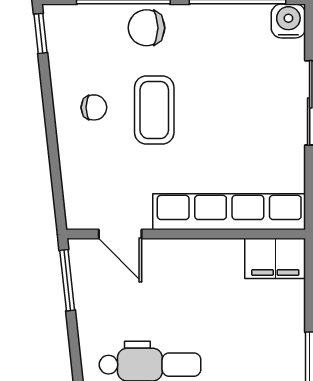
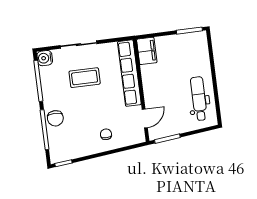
chair: (94, 107) -> (106, 134), moved
coffee table: (154, 110) -> (85, 78), moved

